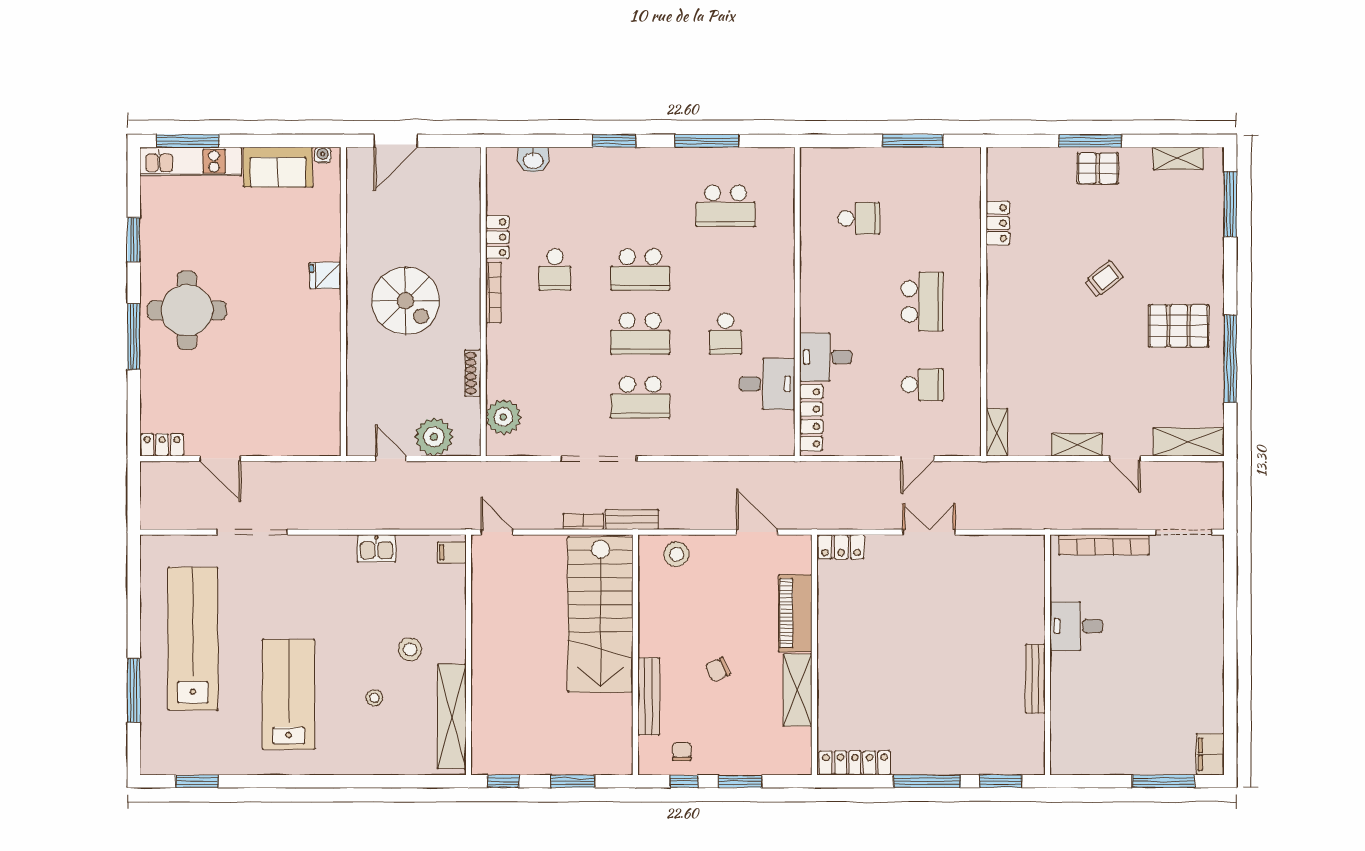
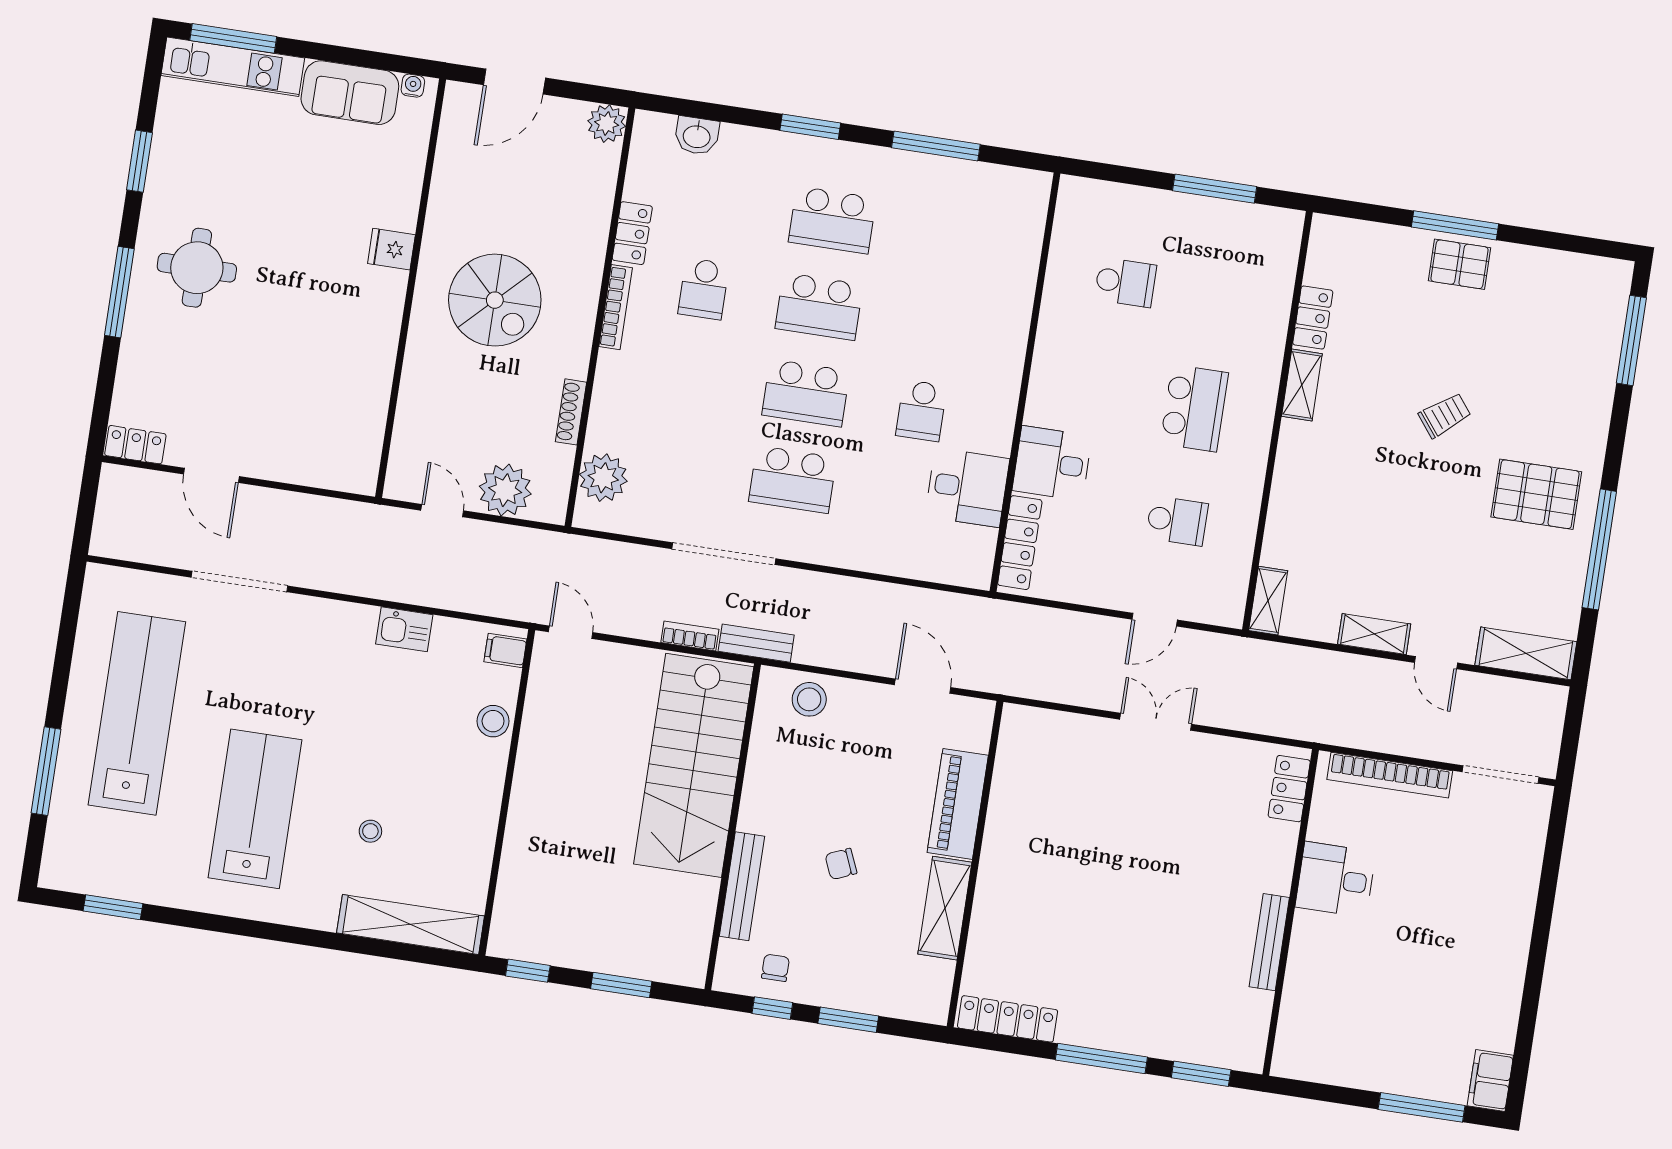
shelving: (1178, 158) -> (1302, 385), moved, turned 90
plant: (467, 161) -> (607, 124), added
school desk: (725, 206) -> (832, 220), moved
round table: (187, 310) -> (197, 268), width x0.73, depth x0.73
locker: (841, 547) -> (1289, 789), moved, turned 90
stool: (410, 649) -> (493, 721), moved
shelving: (452, 716) -> (411, 924), moved, turned 90

